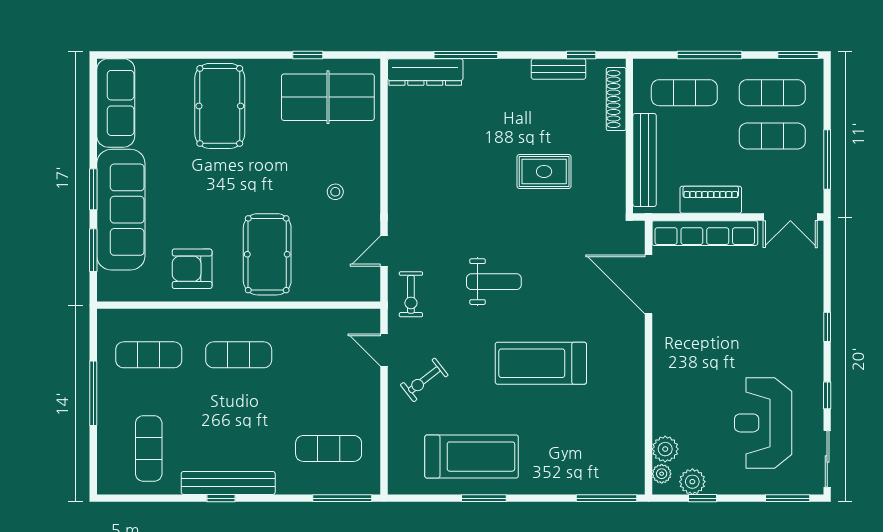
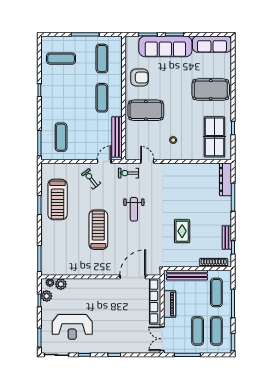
armchair: (192, 269) -> (140, 78), turned 90
reception desk: (763, 423) -> (72, 327), turned 180
bench: (228, 483) -> (117, 137), moved

